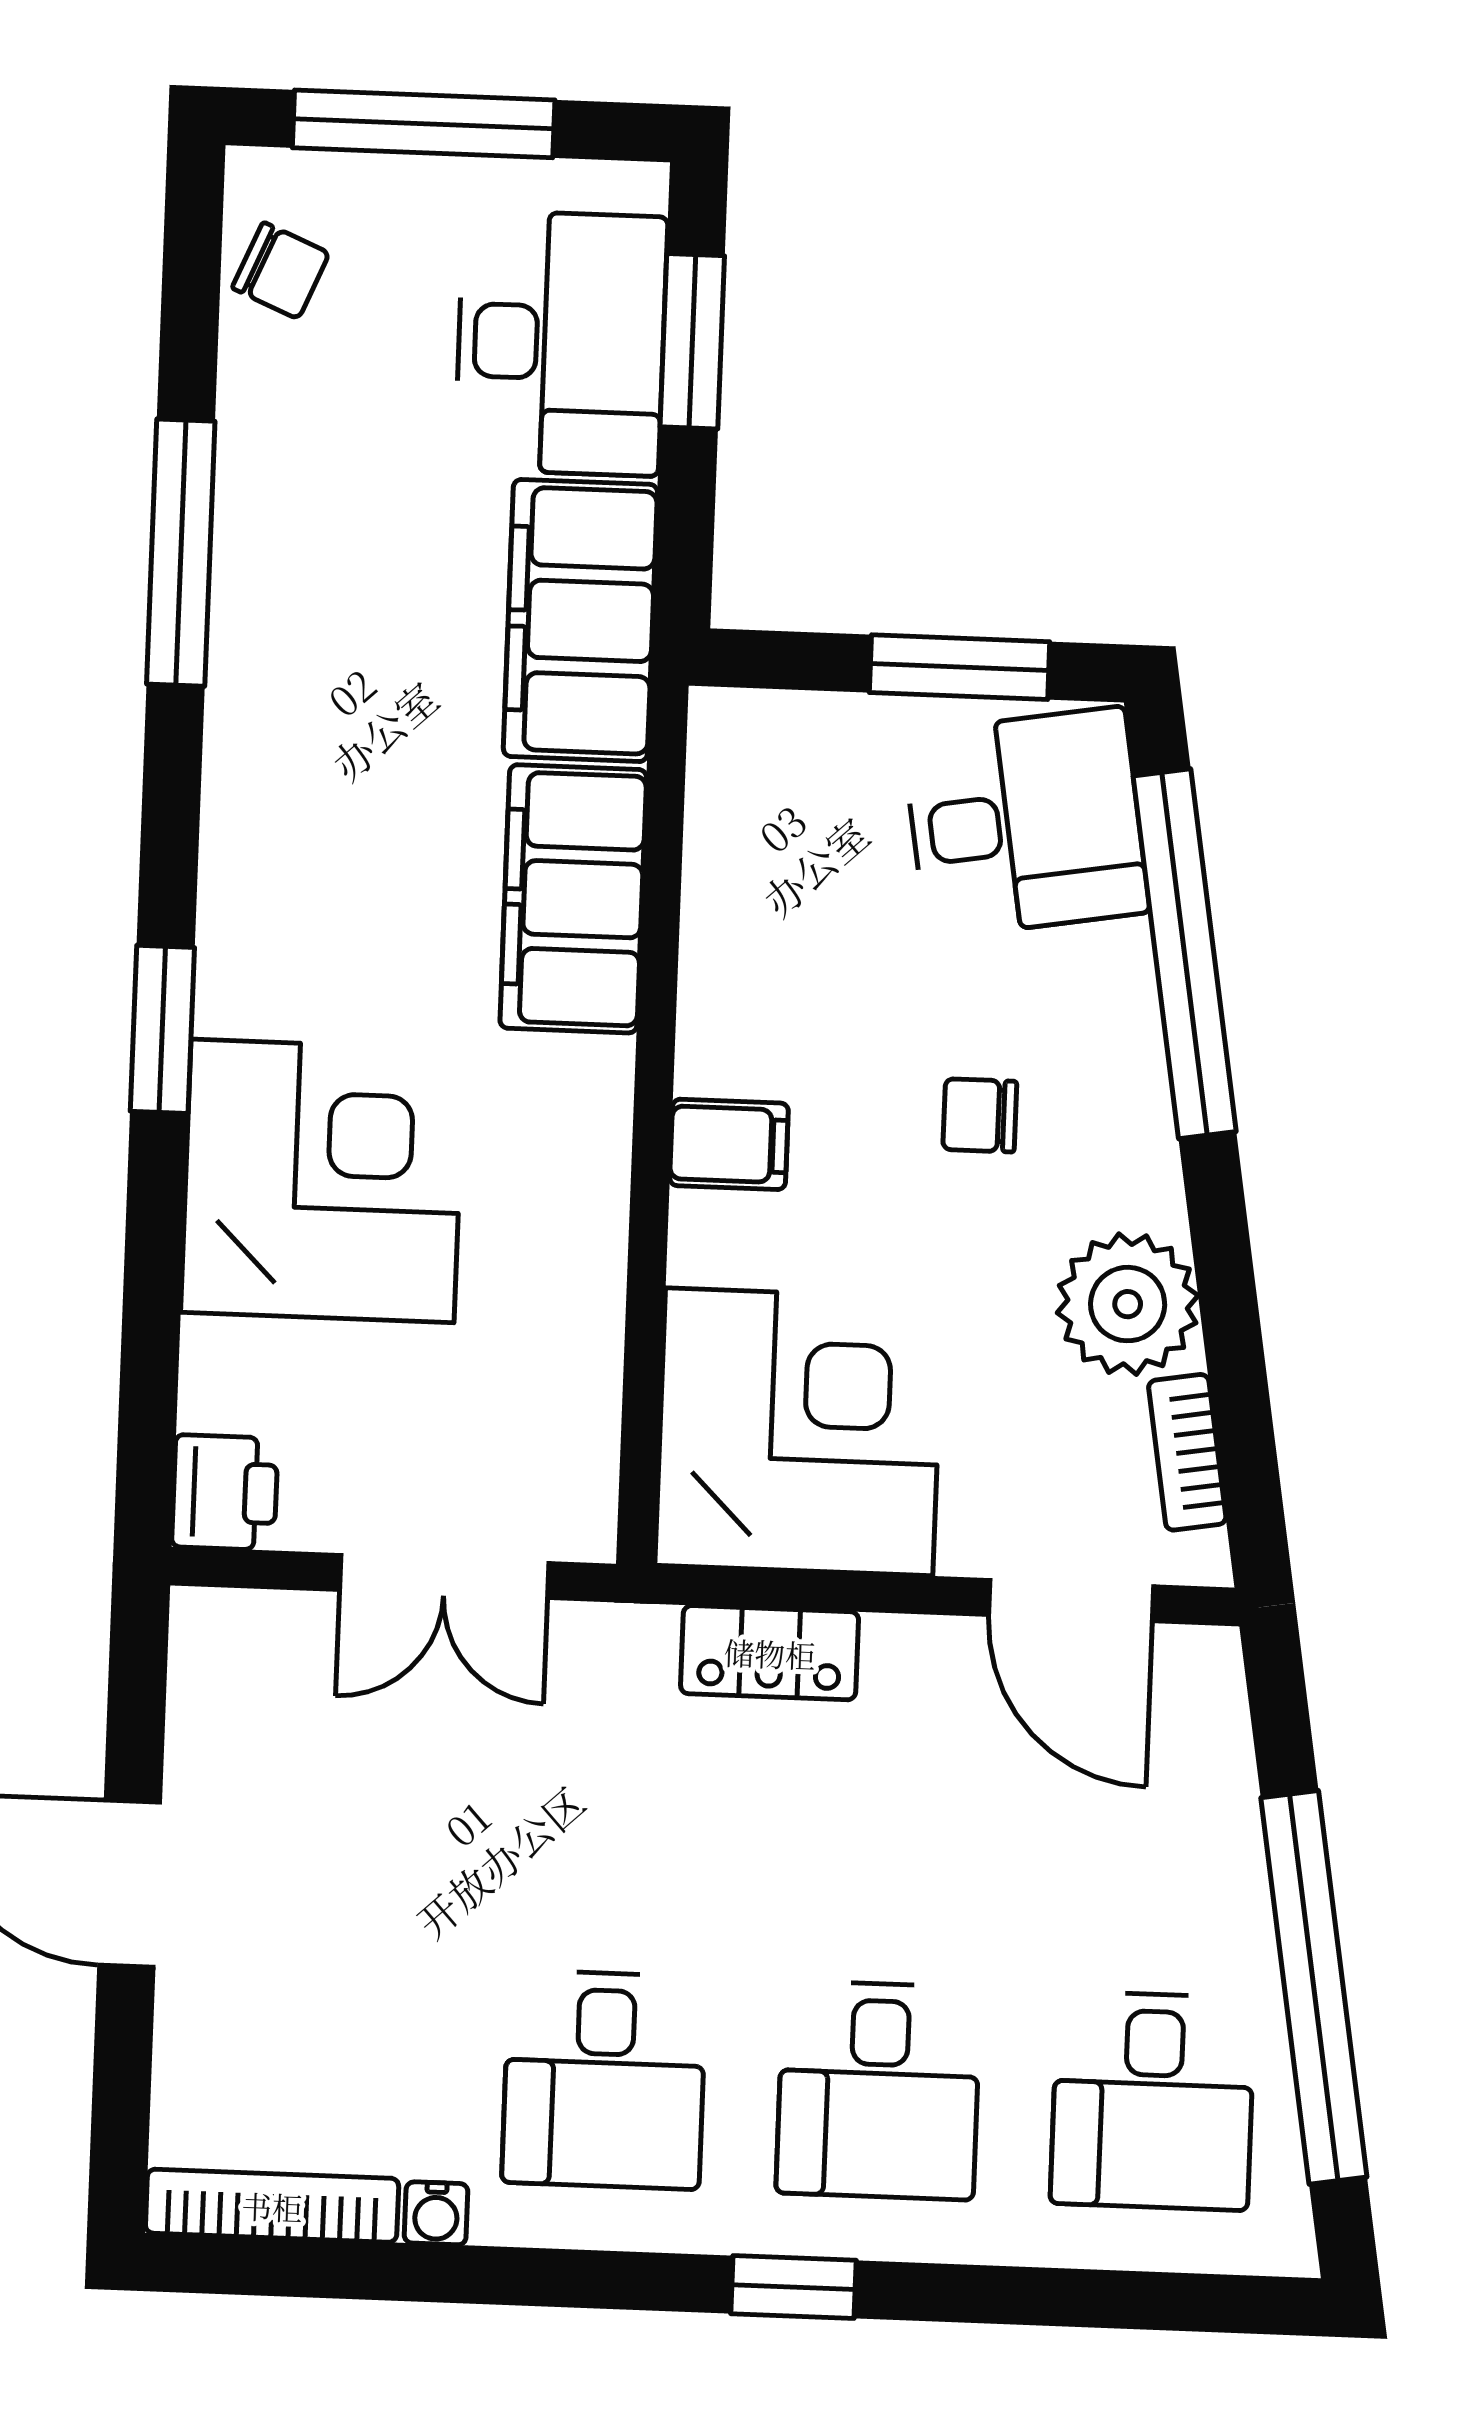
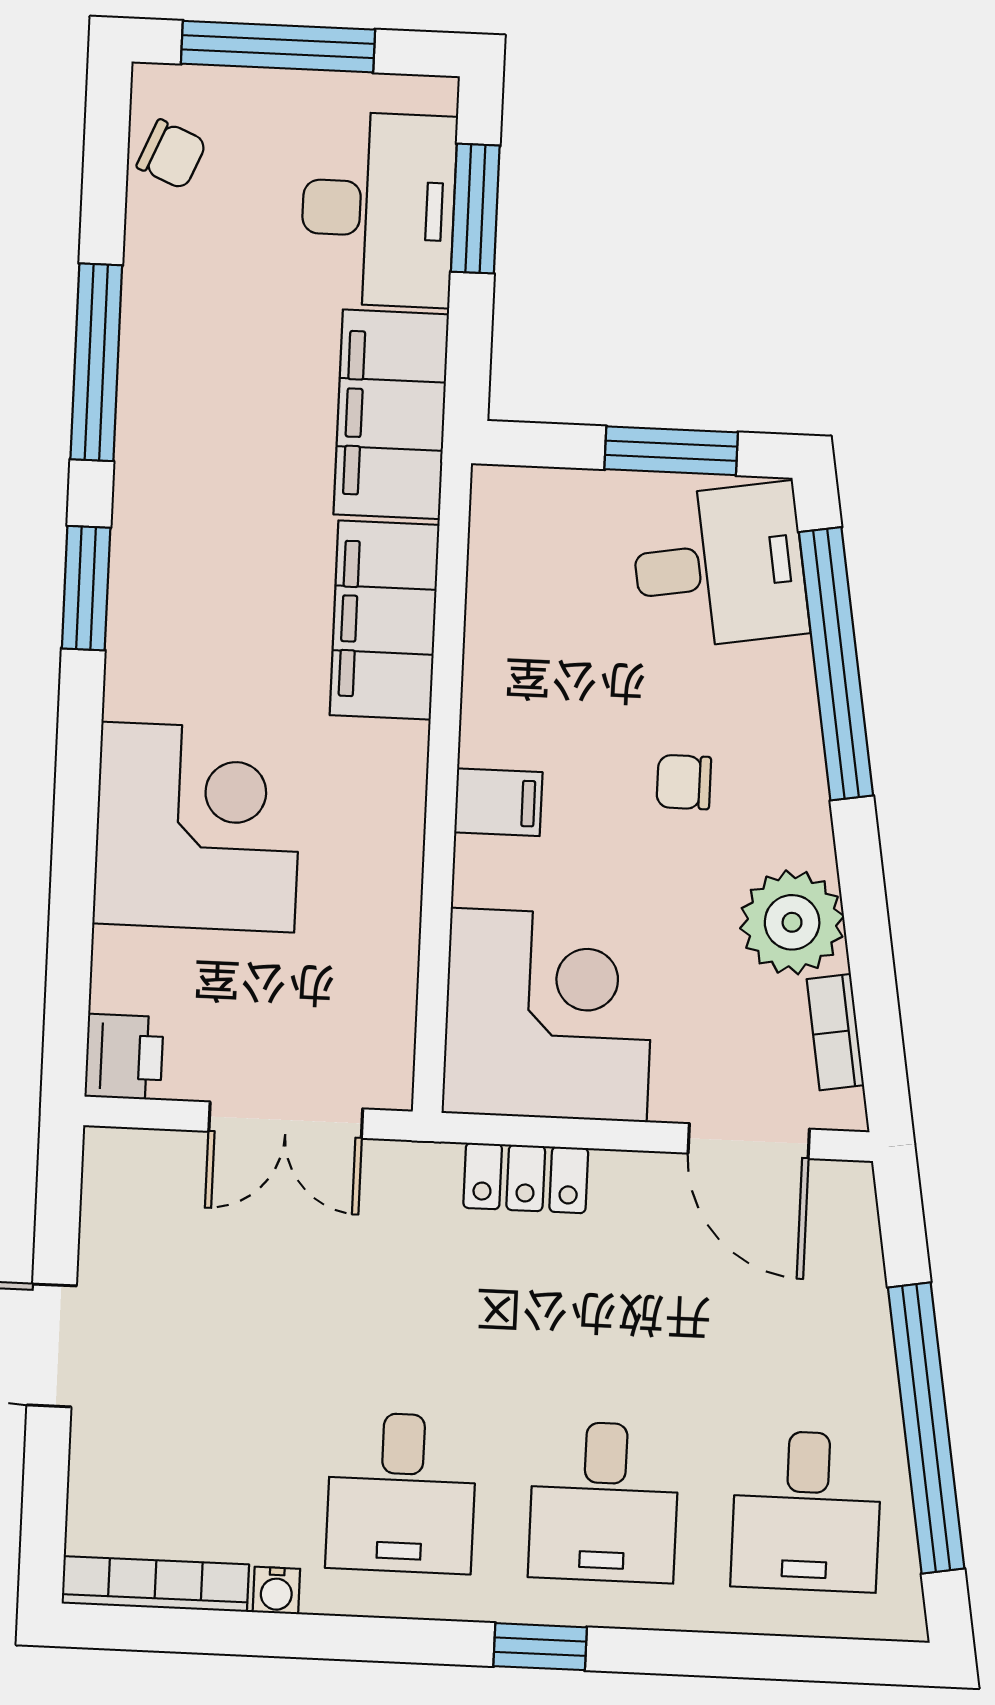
window: (162, 1029) -> (86, 588), moved

